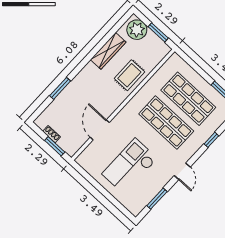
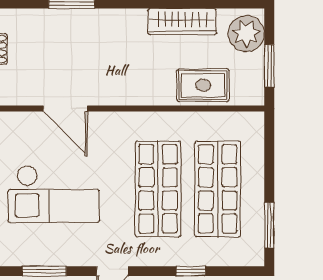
rug: (129, 75) -> (203, 85), moved
door: (100, 130) -> (65, 109), swing flipped
checkout: (130, 166) -> (54, 194), turned 180

